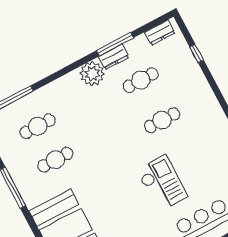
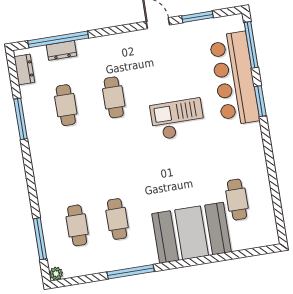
window: (197, 53) -> (58, 39), width x3.17
dresser: (114, 57) -> (62, 50), moved, turned 90
plant: (92, 74) -> (43, 152), removed

